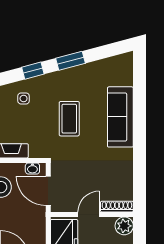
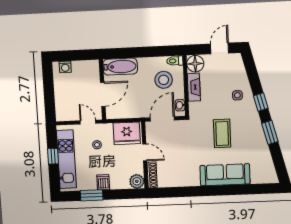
coffee table: (69, 119) -> (222, 133), turned 90

